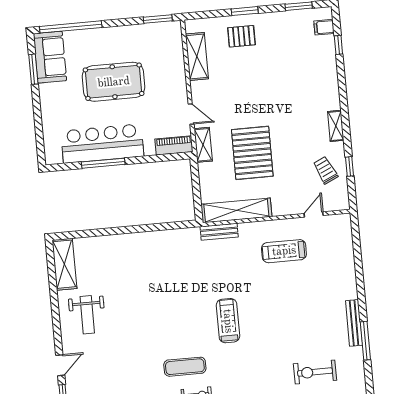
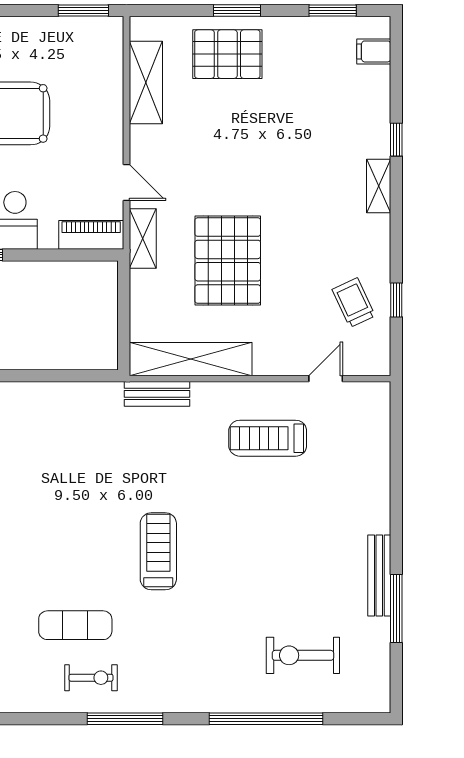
pallet: (241, 36) -> (227, 54), width x1.50, depth x1.42
window: (338, 45) -> (396, 140), moved
shelving: (336, 126) -> (379, 186), moved

